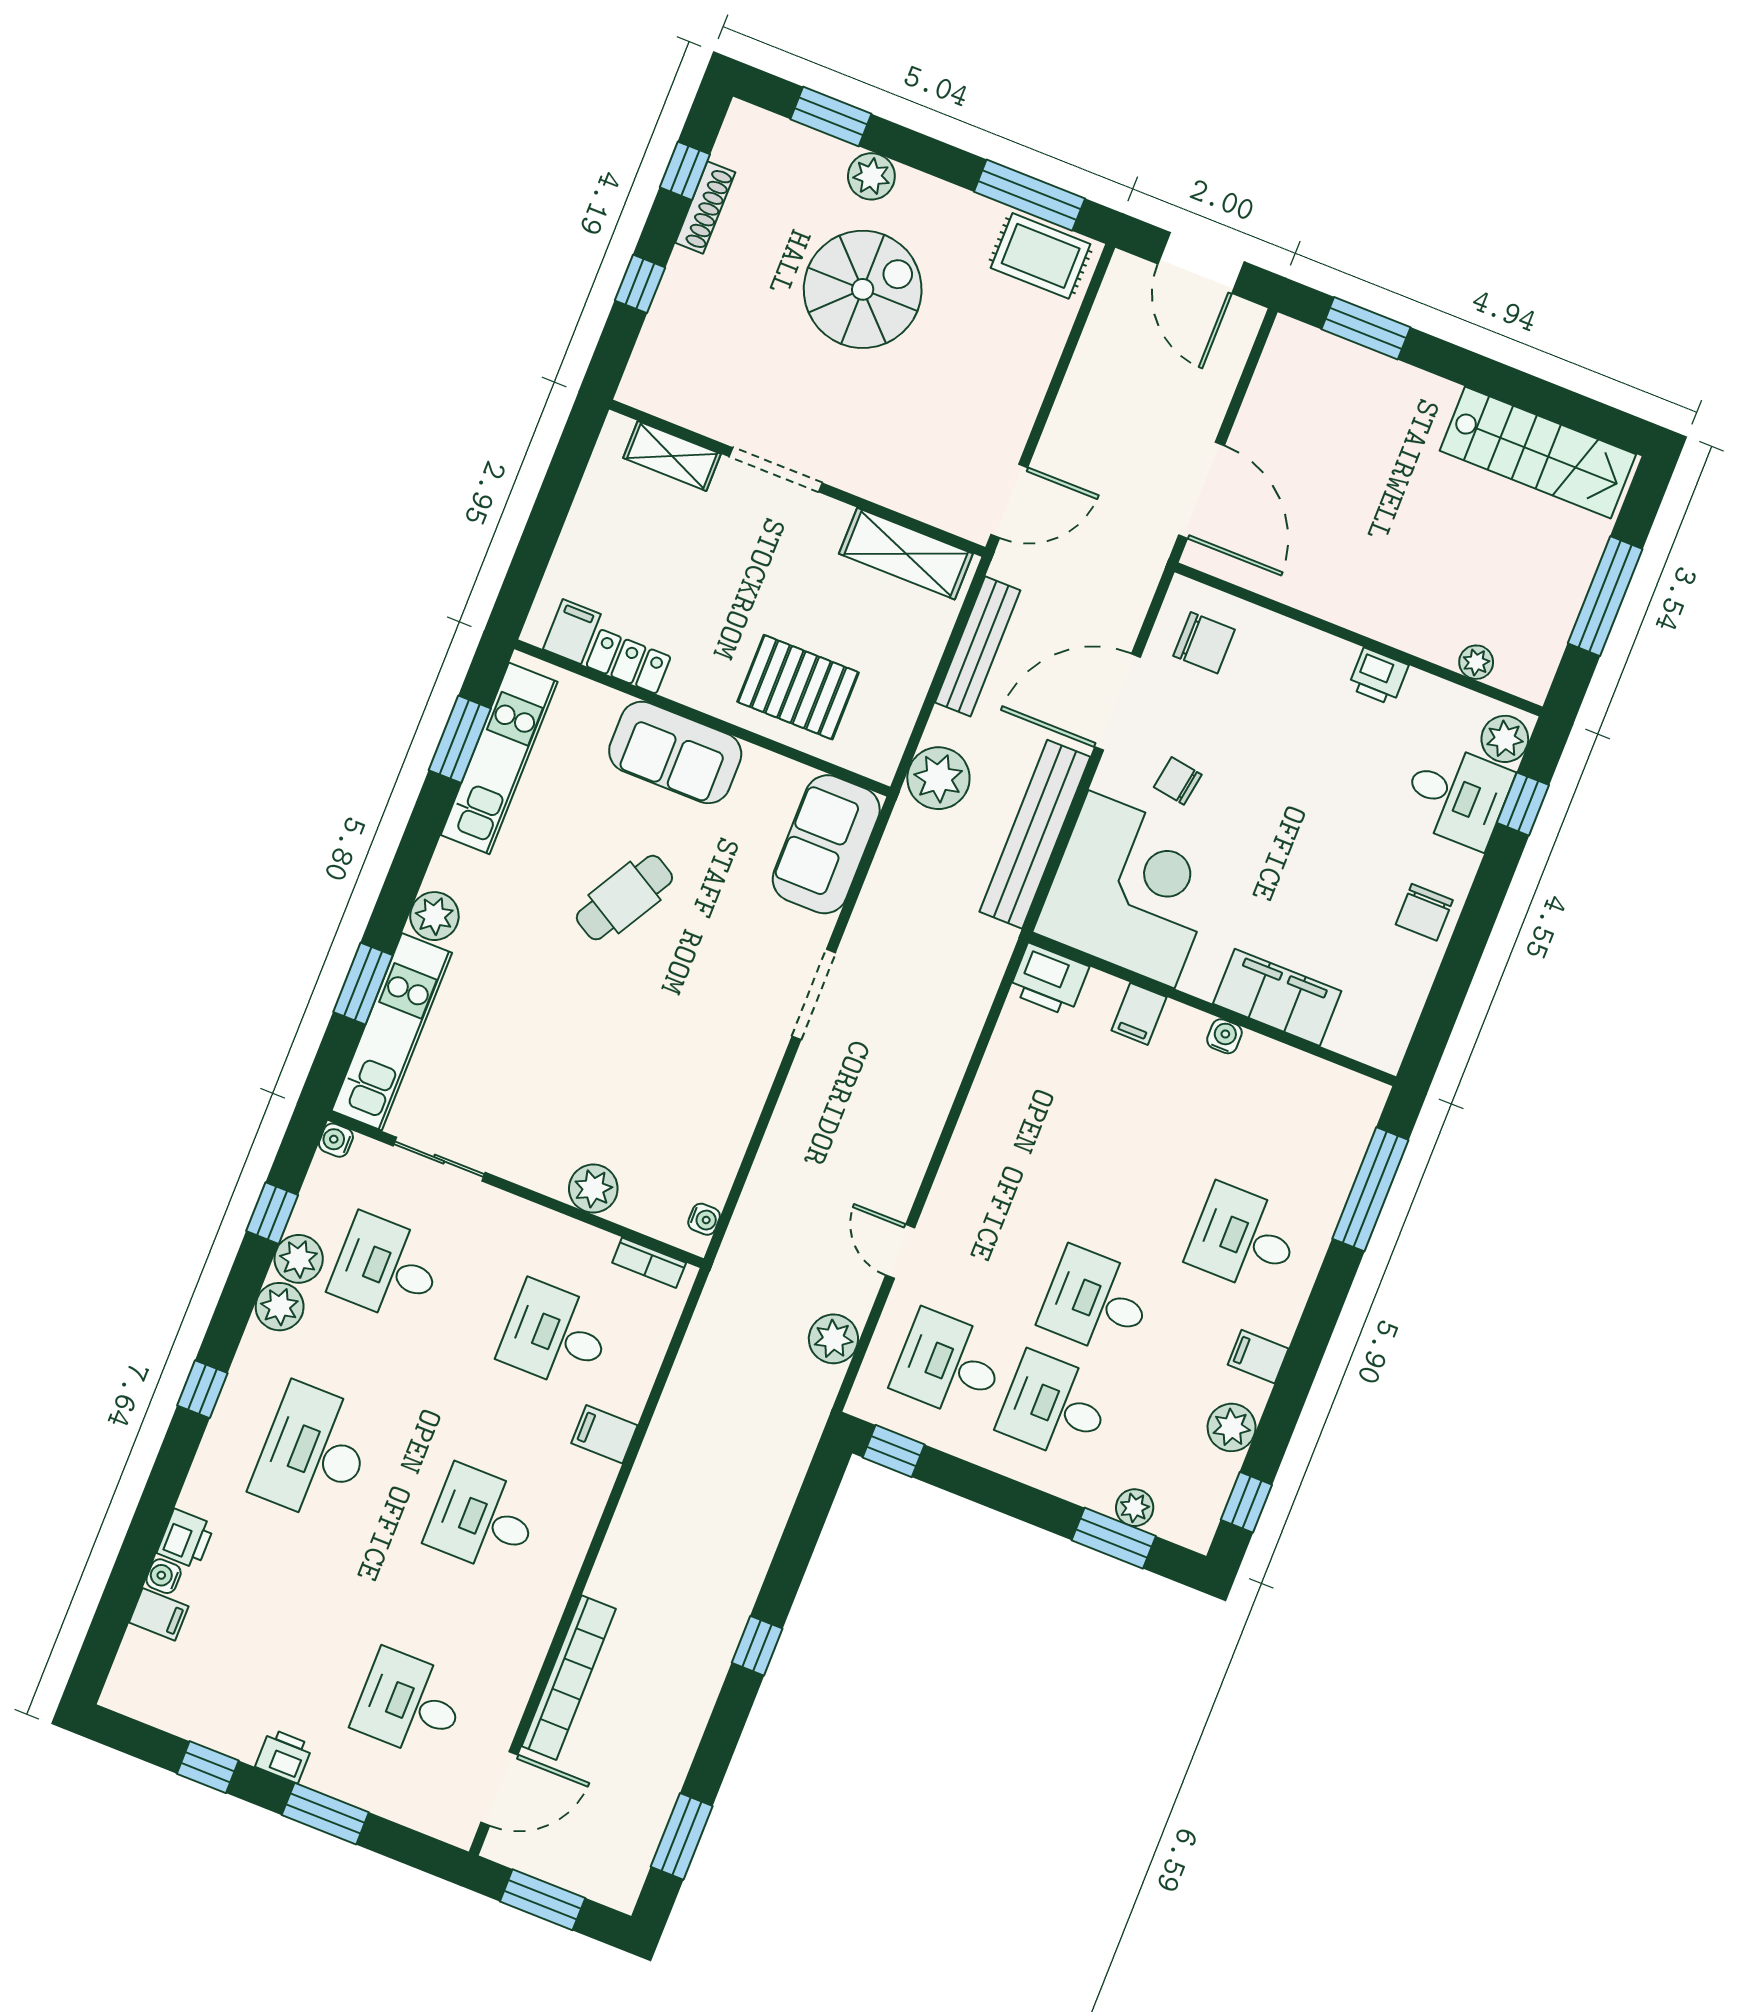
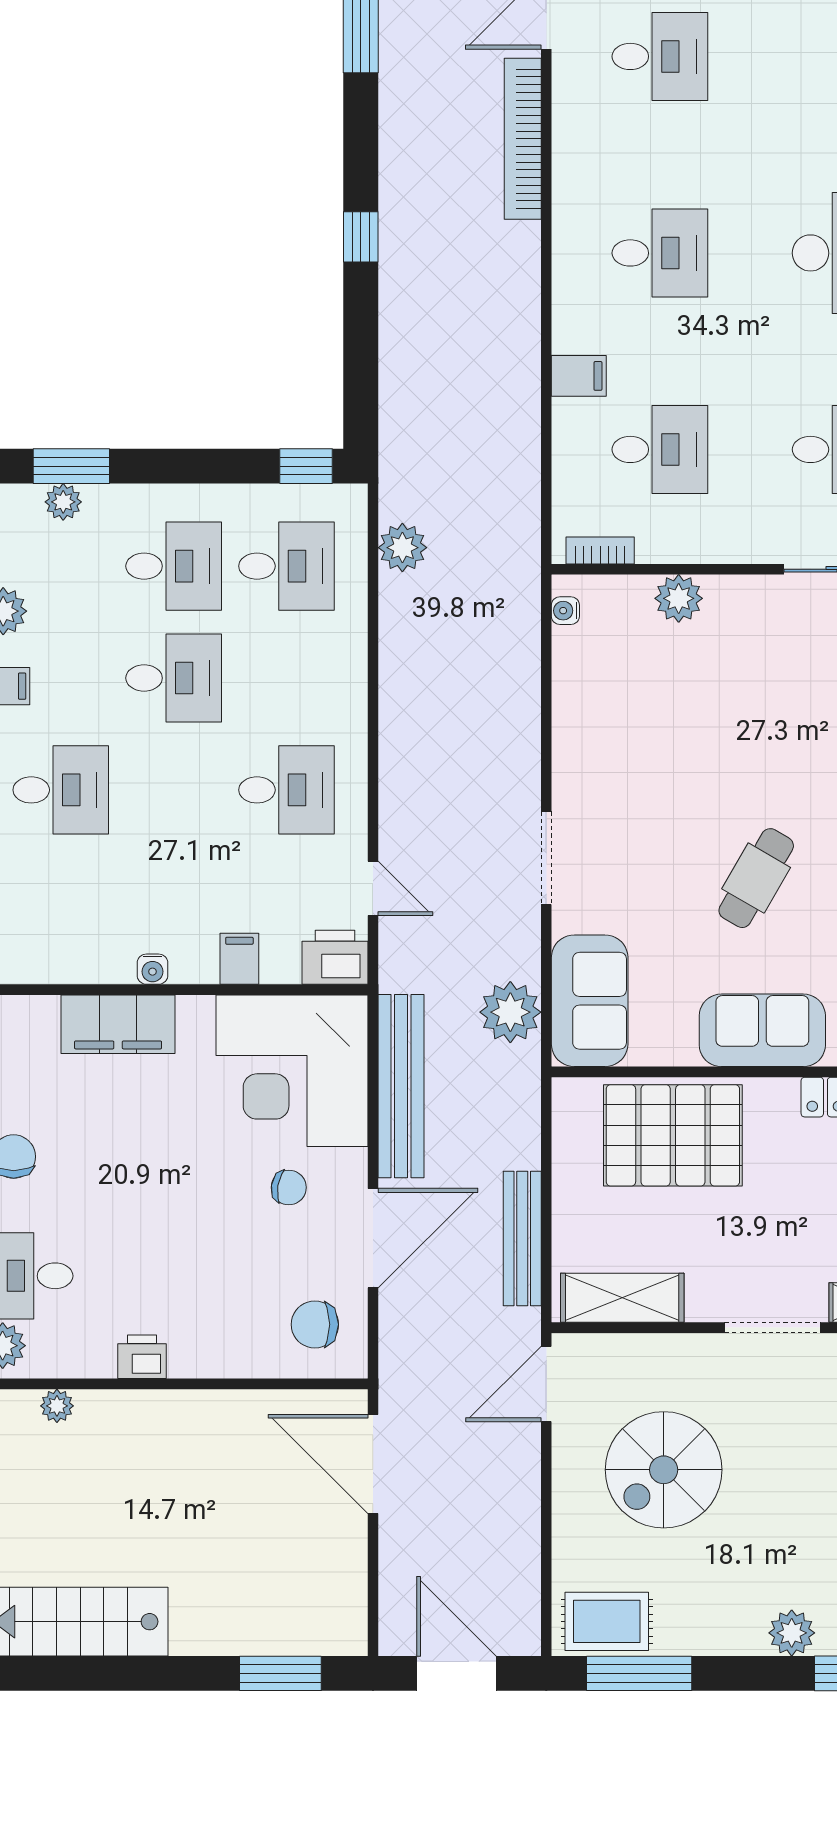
spiral stairs: (863, 289) -> (664, 1470), moved
pallet: (798, 687) -> (673, 1135), width x1.37, depth x1.41
plant: (938, 778) -> (510, 1012), moved
desk: (1032, 1155) -> (287, 790), added
door: (900, 1251) -> (373, 888), moved

